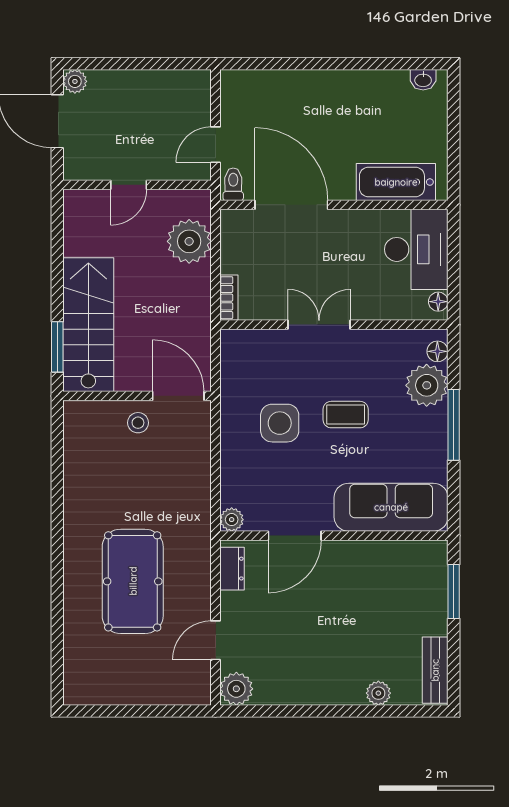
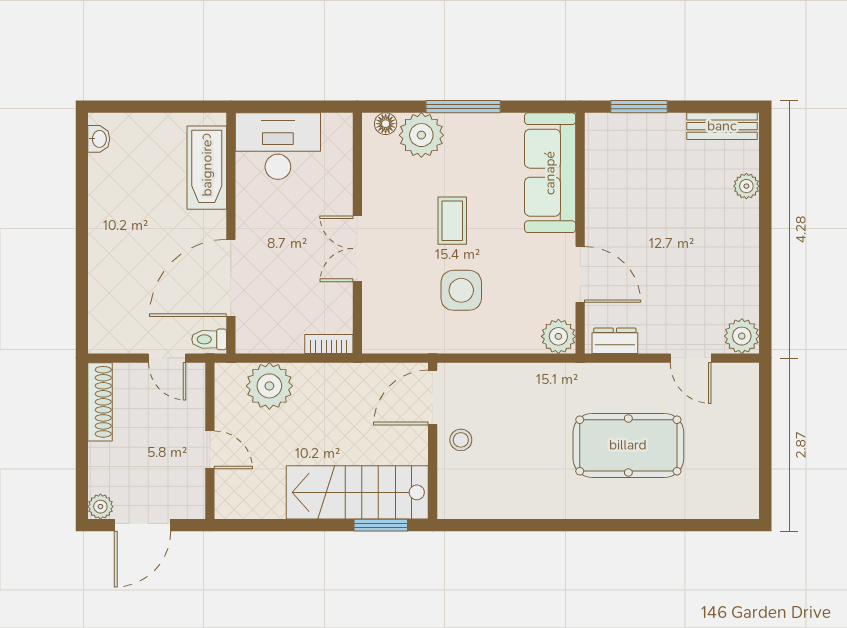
shoe rack: (174, 81) -> (100, 402), added
floor lamp: (438, 302) -> (333, 123), removed
plant: (232, 520) -> (558, 336), width x1.38, depth x1.38

